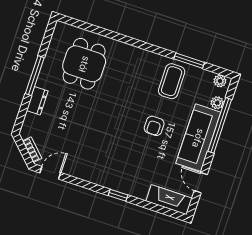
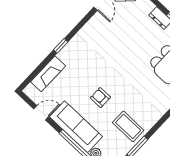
fireplace: (169, 200) -> (48, 74), moved

